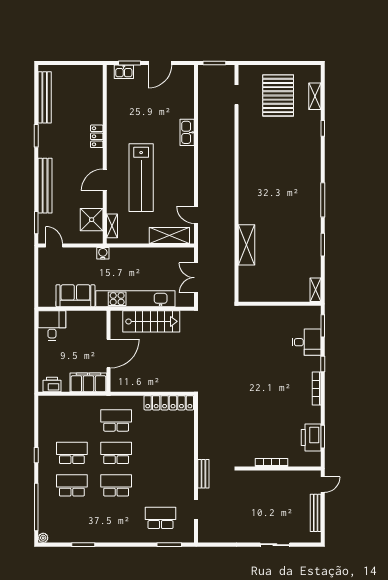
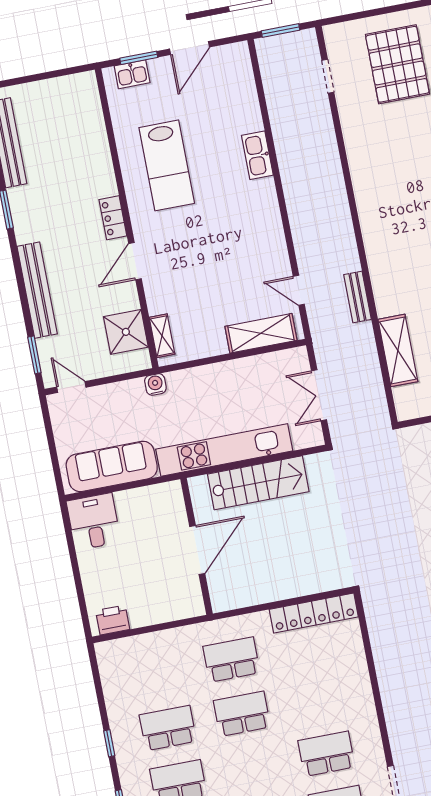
locker: (97, 136) -> (113, 218), moved
lab bench: (141, 178) -> (167, 165), moved, width x0.73
shelving: (247, 245) -> (398, 350), moved
sofa: (75, 296) -> (112, 466), width x1.36
filing cabinet: (88, 382) -> (173, 605), removed
bench: (203, 474) -> (358, 297), moved
school desk: (116, 485) -> (326, 754), moved

